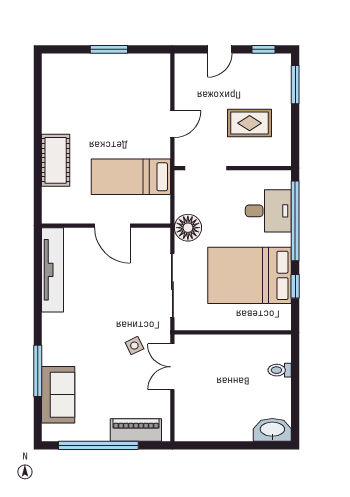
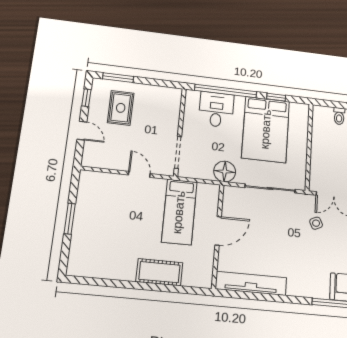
rug: (250, 123) -> (121, 108), moved

